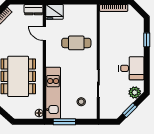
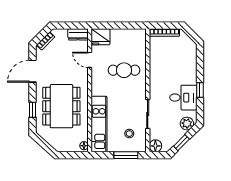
window: (147, 40) -> (200, 90), moved
floor lamp: (105, 113) -> (155, 146), added
window: (64, 122) -> (126, 155), moved

